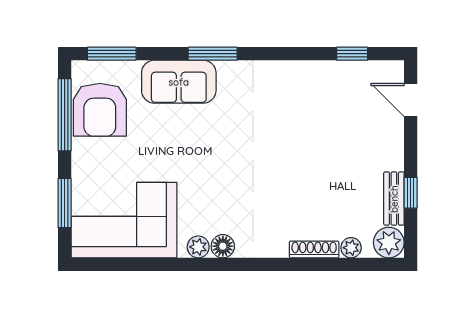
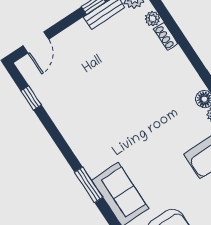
shoe rack: (314, 249) -> (166, 36), width x0.70

